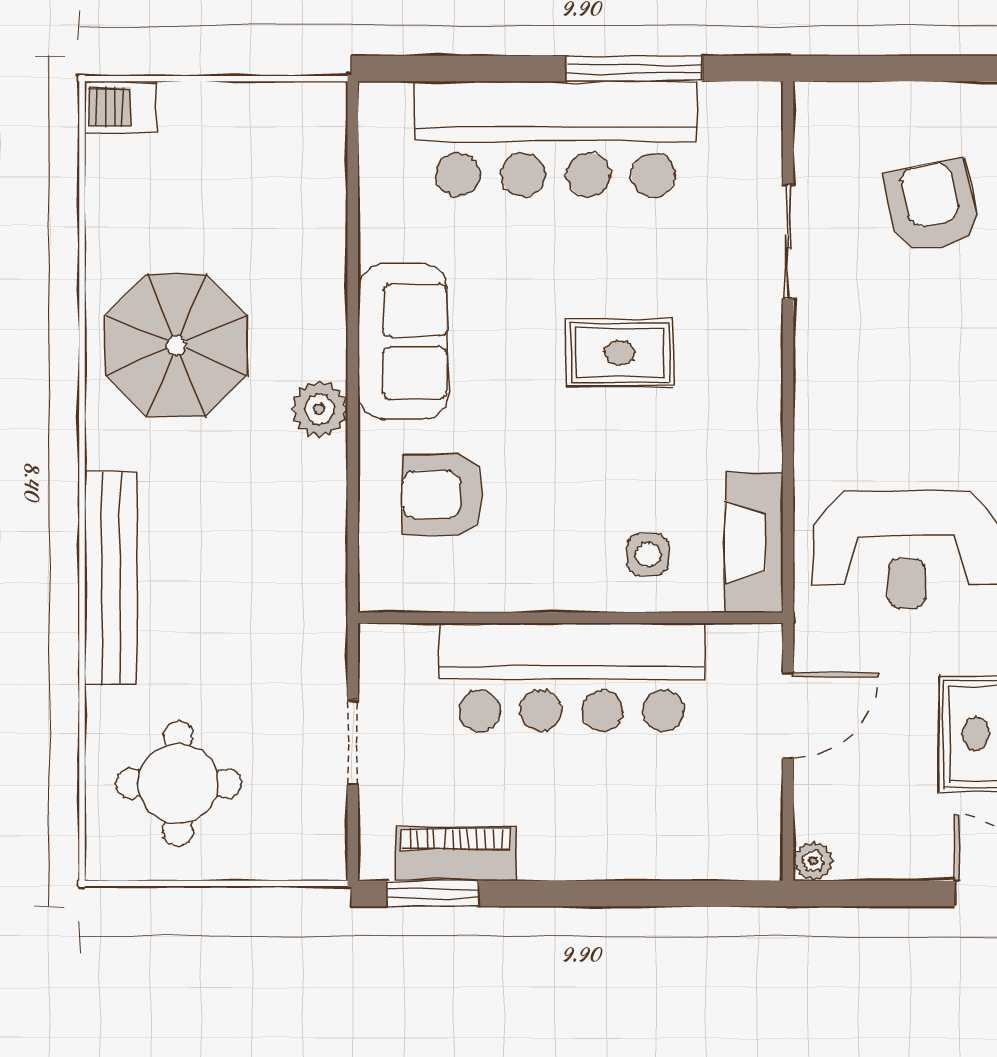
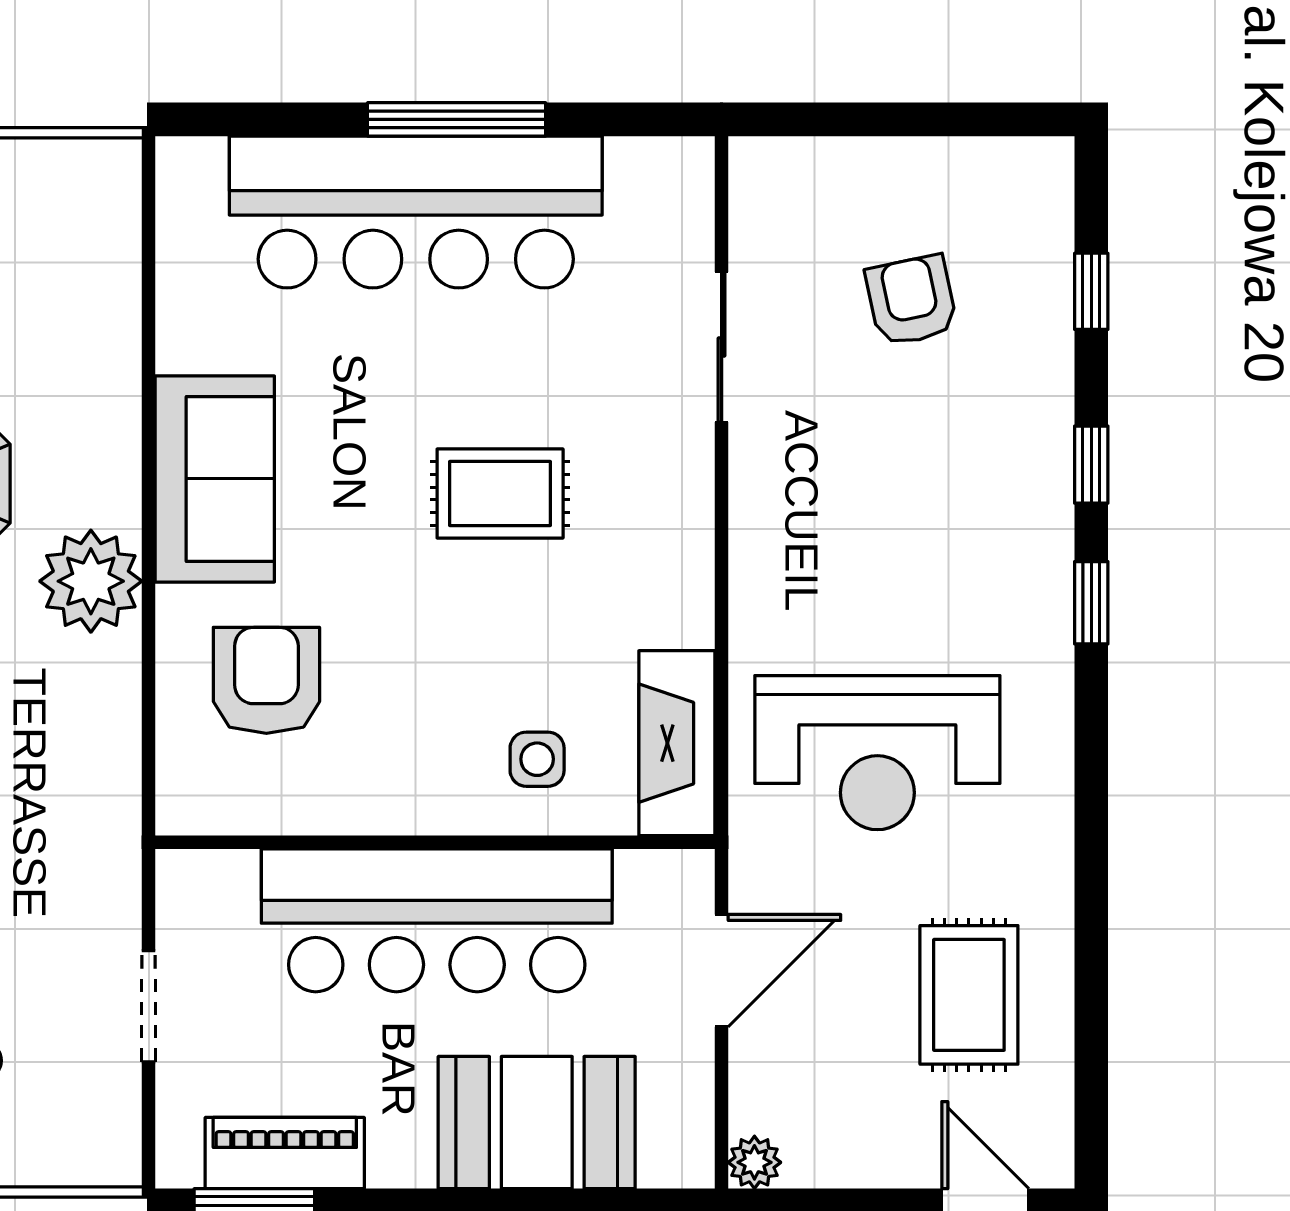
window: (634, 69) -> (457, 119), moved
armchair: (932, 206) -> (911, 300), width x0.72, depth x0.72
plant: (319, 409) -> (91, 581), width x1.36, depth x1.36
armchair: (442, 495) -> (266, 680), turned 90
booth: (648, 831) -> (537, 1123), added

